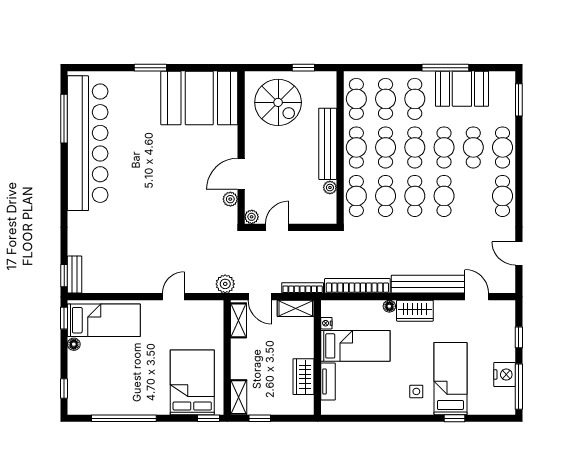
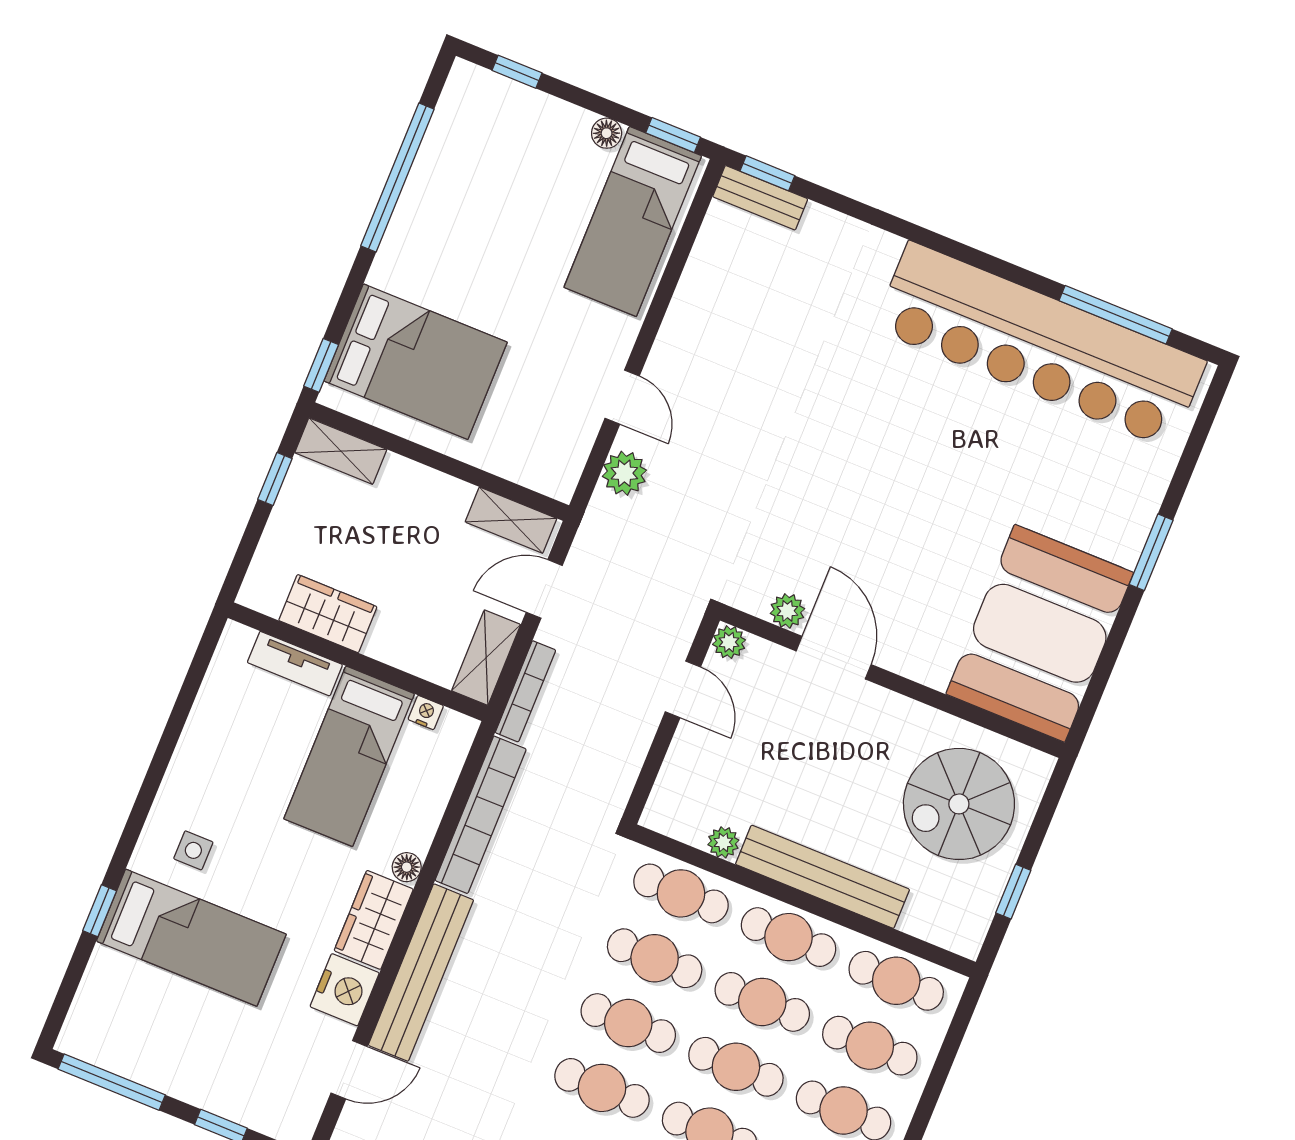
plant: (225, 284) -> (624, 473), moved
nightstand: (505, 375) -> (345, 990), moved, turned -90

